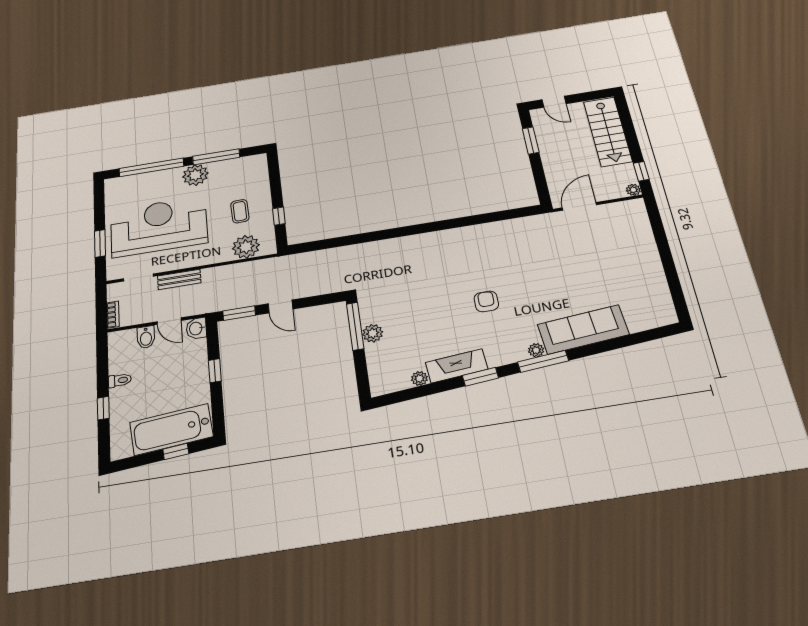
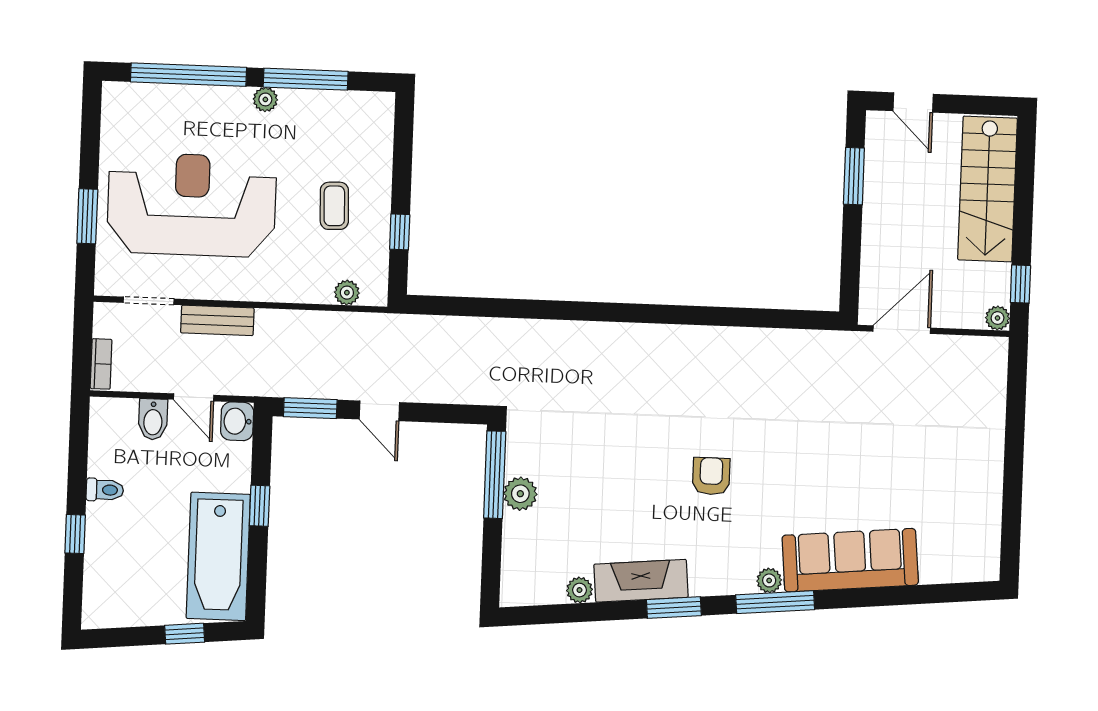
plant: (195, 175) -> (265, 99), width x0.53, depth x0.53
plant: (246, 247) -> (347, 293), width x0.53, depth x0.53
bathtub: (171, 429) -> (218, 556), moved, turned -85

